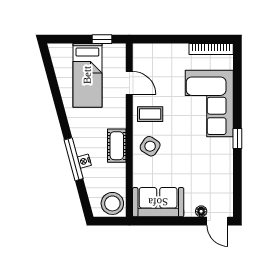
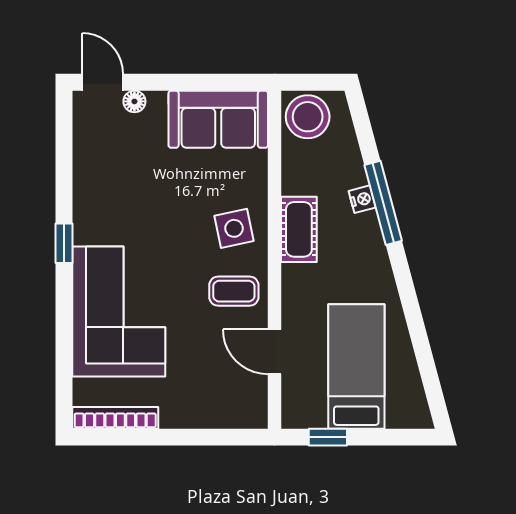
side table: (150, 146) -> (234, 228), turned 45

